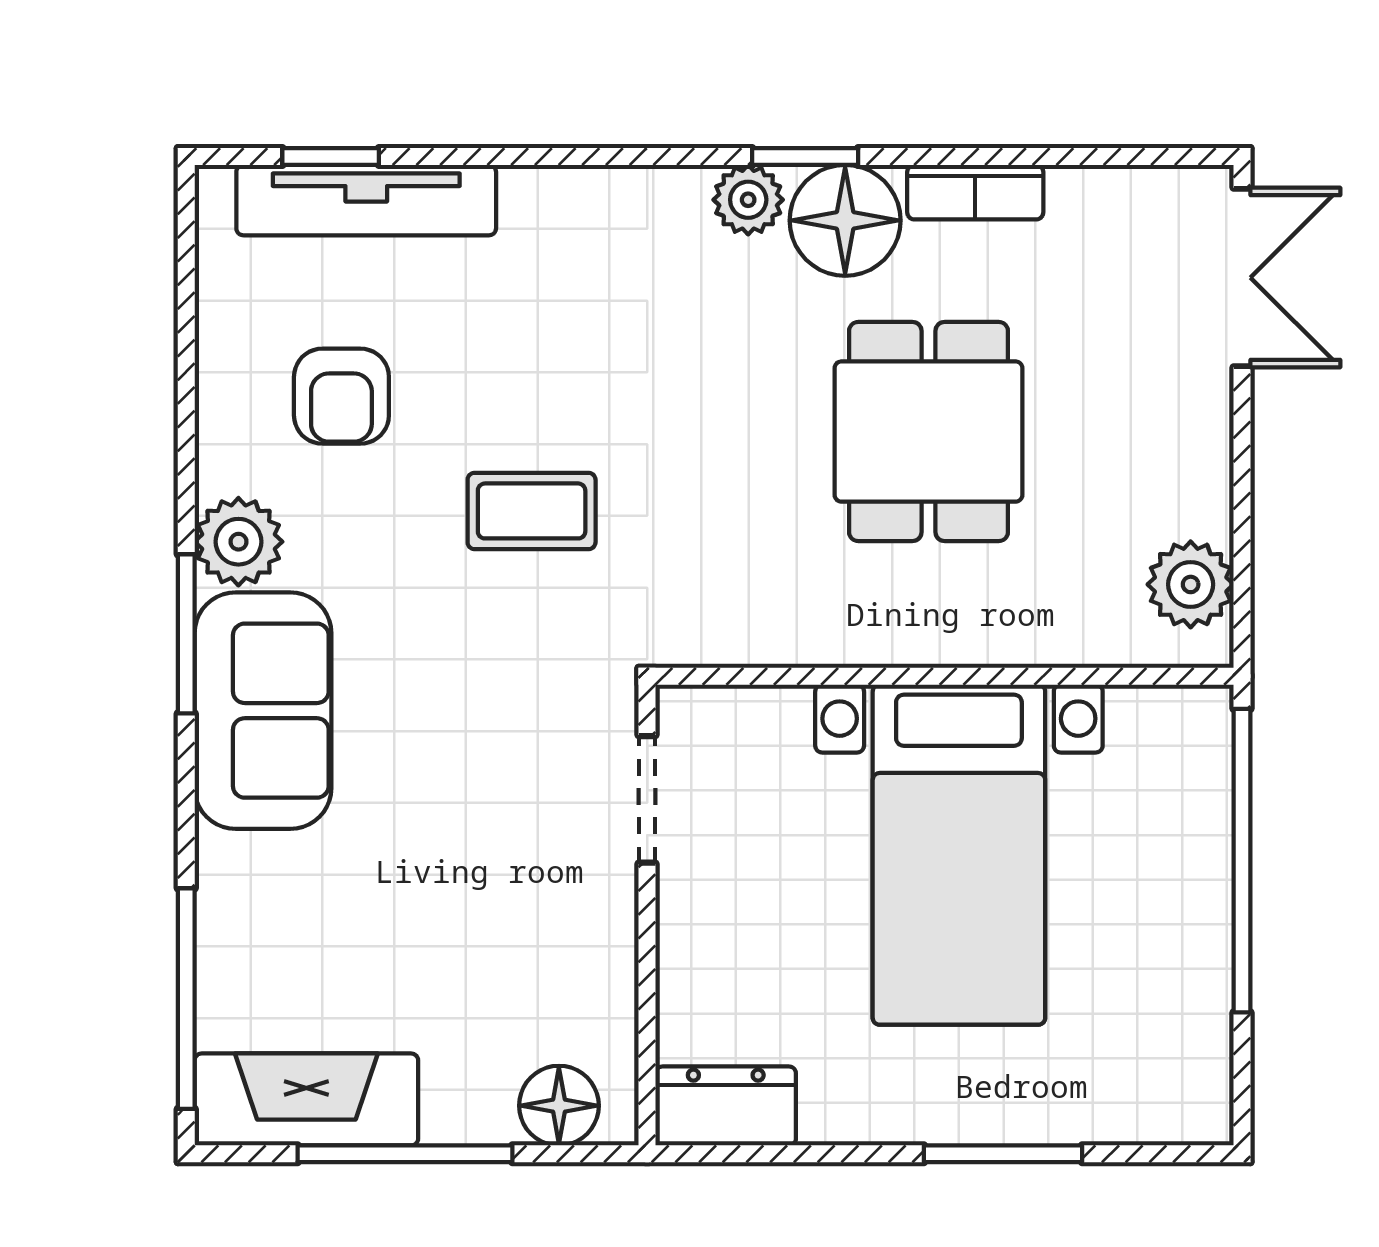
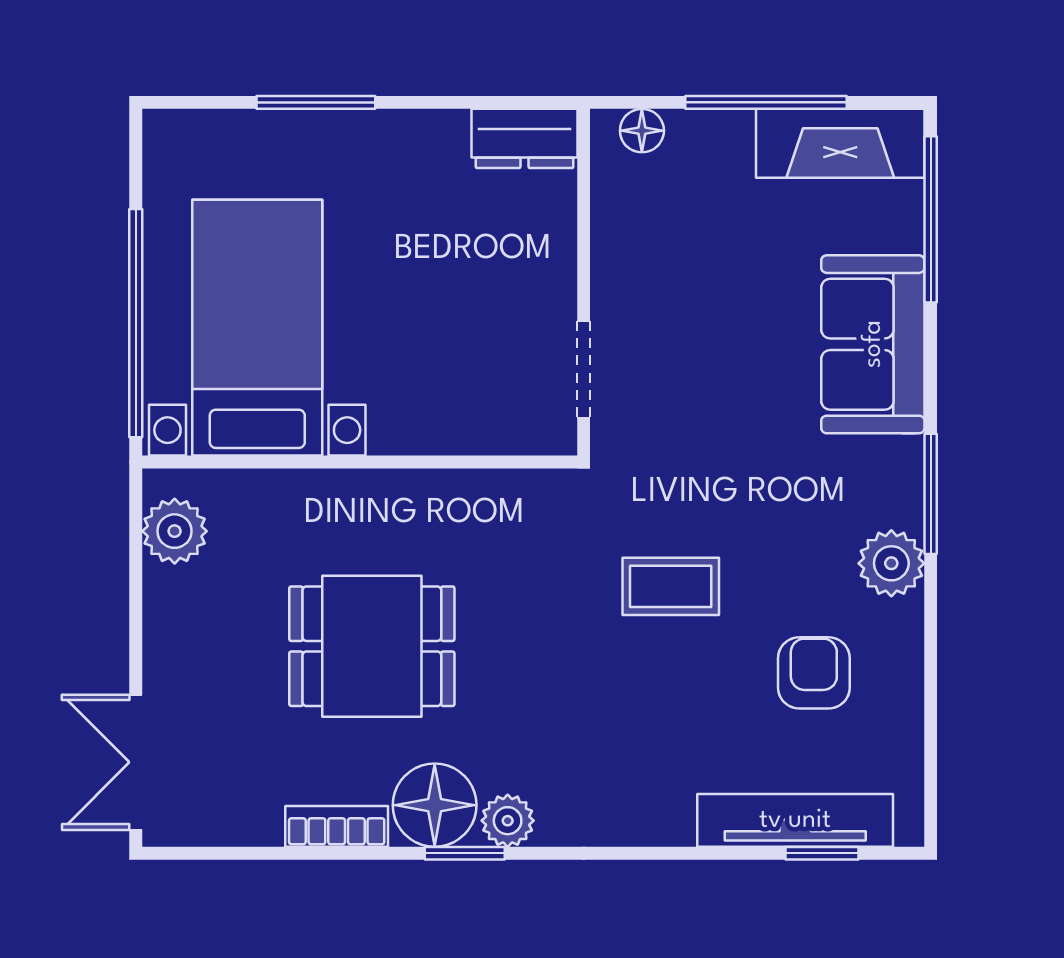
dining table: (928, 432) -> (372, 646), turned 90
sofa: (263, 711) -> (873, 344), moved
bed with nightstands: (959, 855) -> (257, 328), moved
floor lamp: (559, 1106) -> (642, 131), width x0.73, depth x0.73

